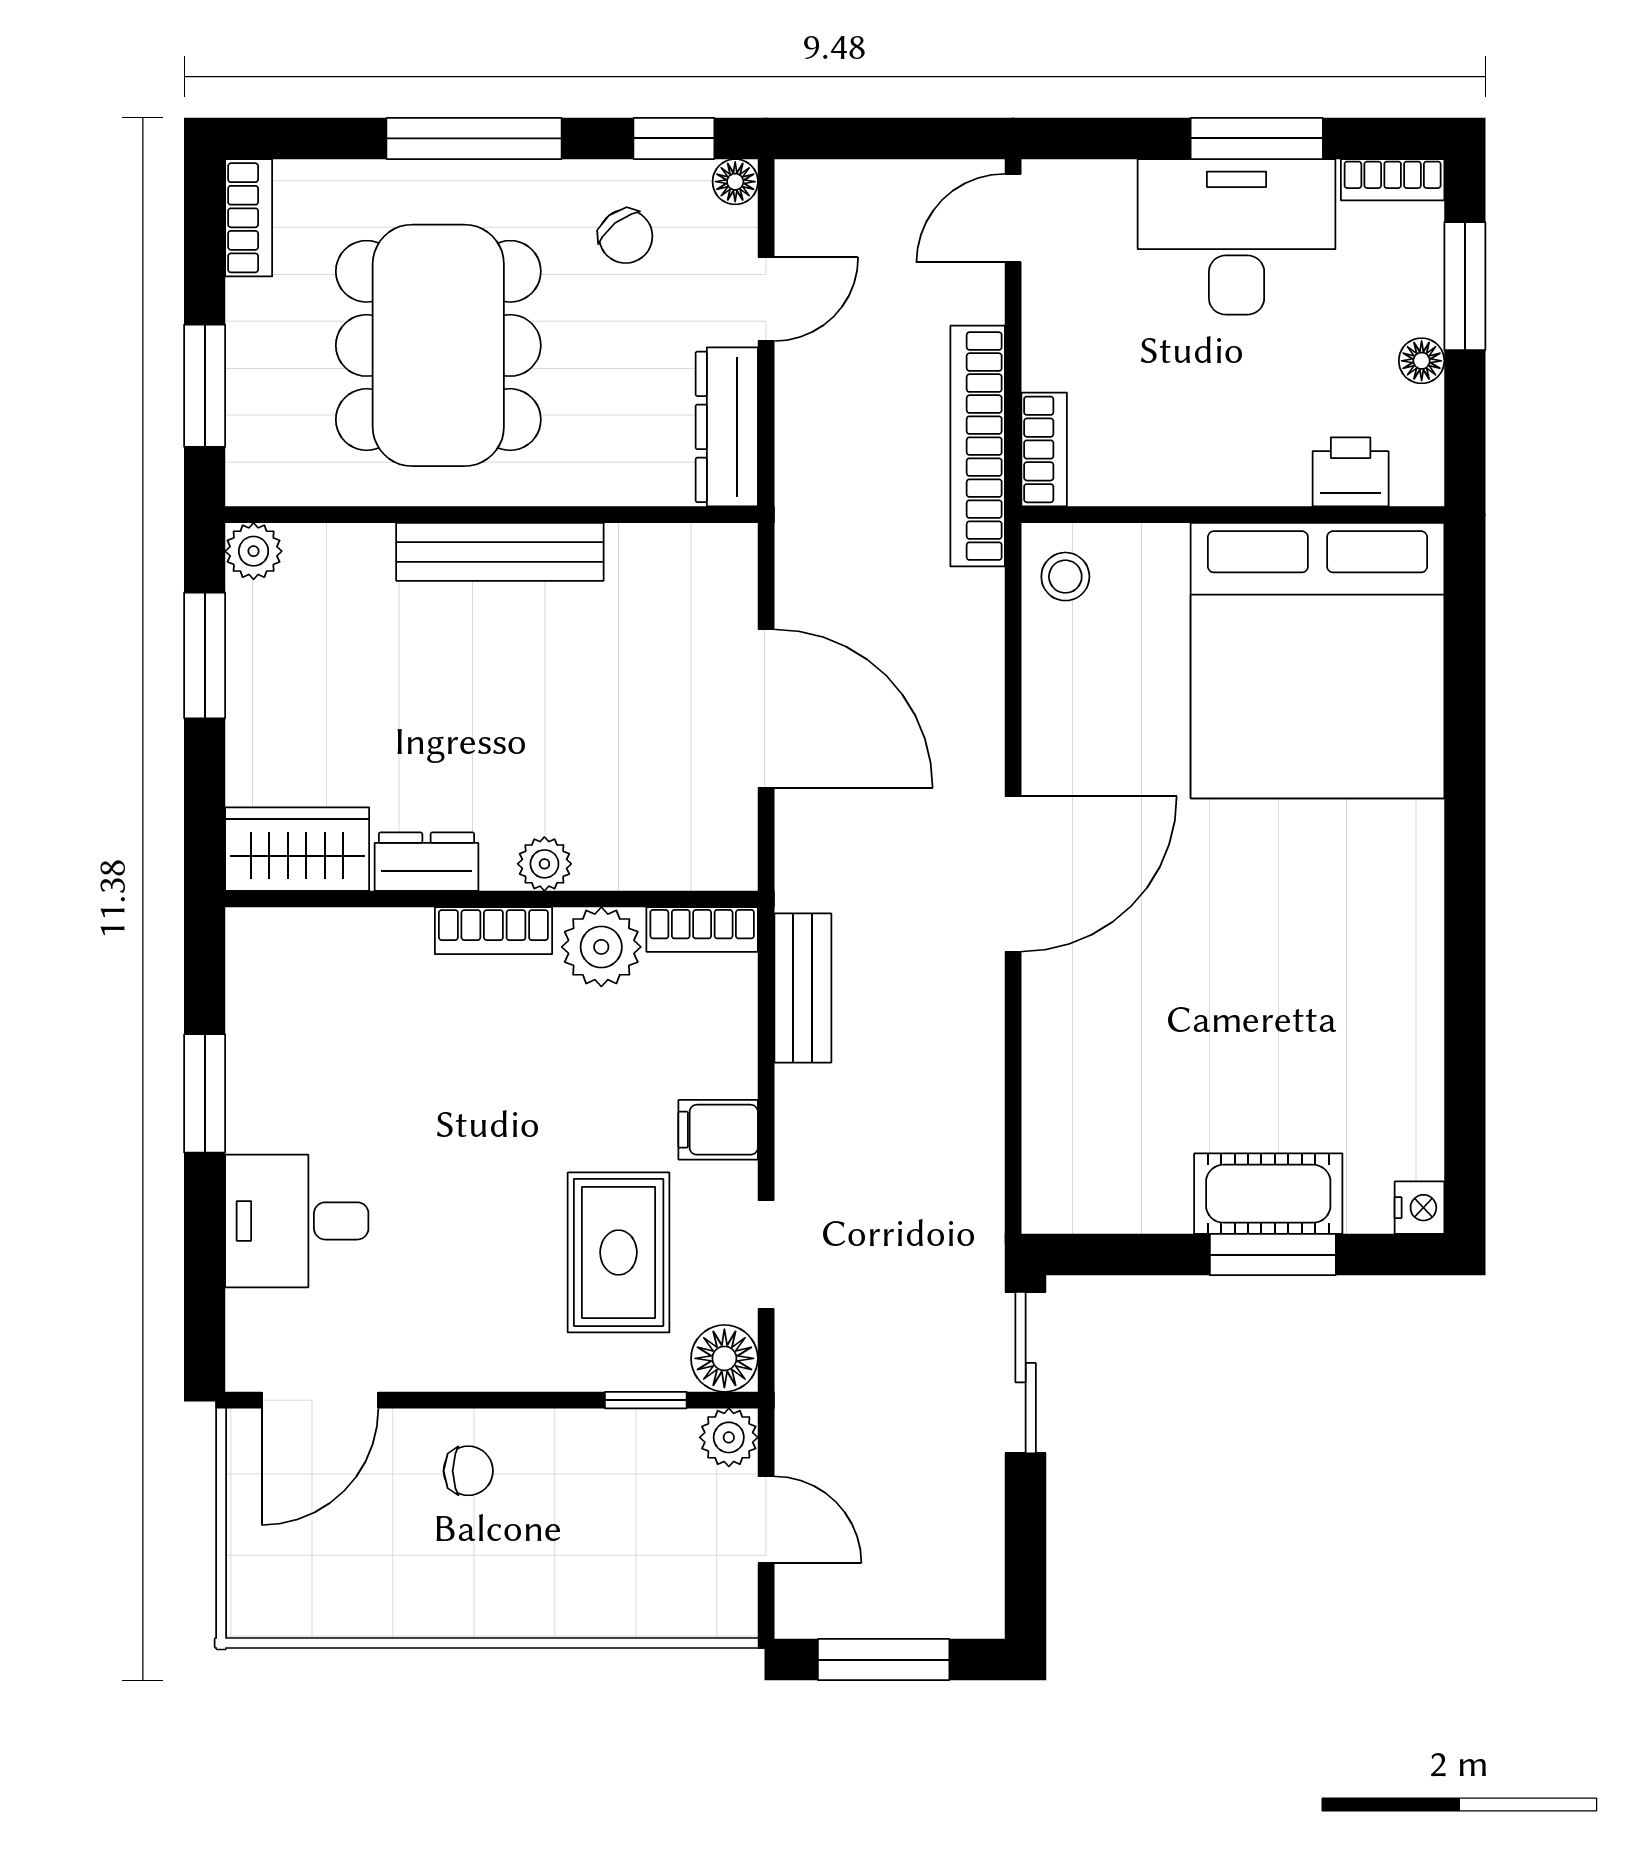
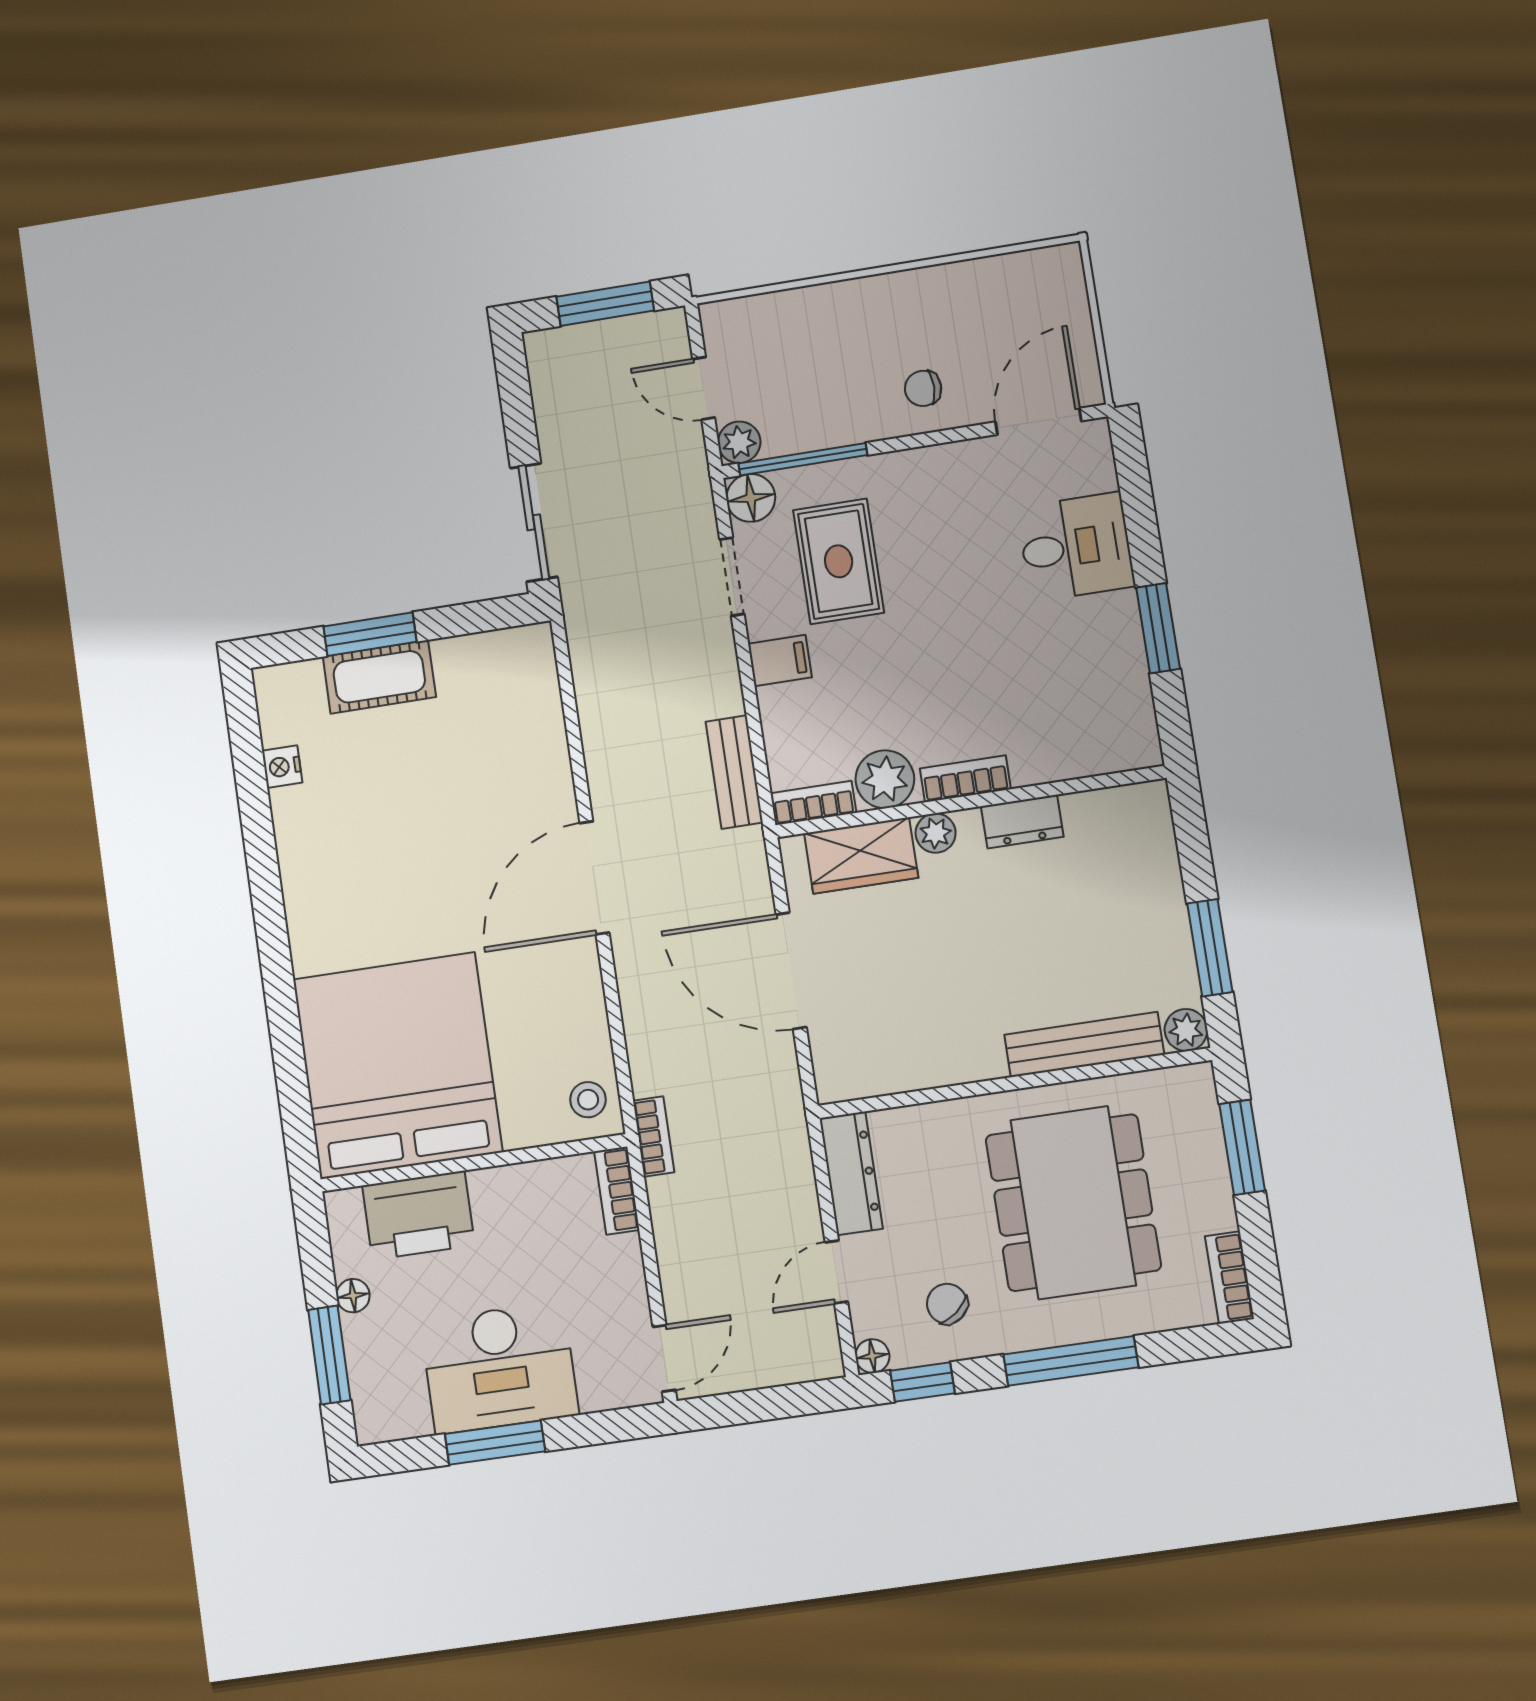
bookcase: (1393, 180) -> (392, 1426), removed
bookcase: (978, 446) -> (654, 1136), width x0.43, depth x0.76
printer: (1351, 472) -> (418, 1215), width x1.87, depth x1.48
bench: (500, 552) -> (1084, 1045), moved
wardrobe: (297, 849) -> (861, 855), moved
nightstand: (1419, 1208) -> (282, 767), moved
window: (646, 1400) -> (803, 459), width x2.17

